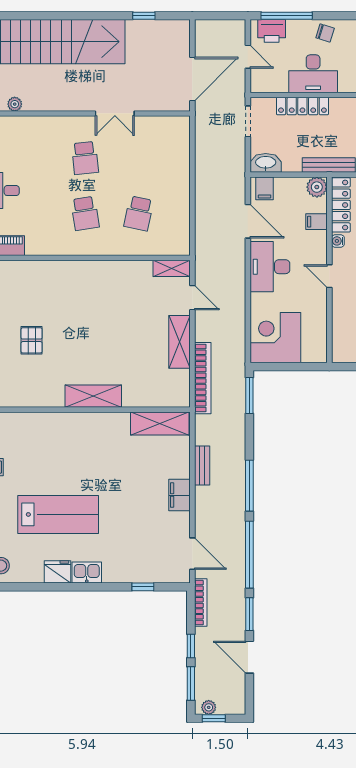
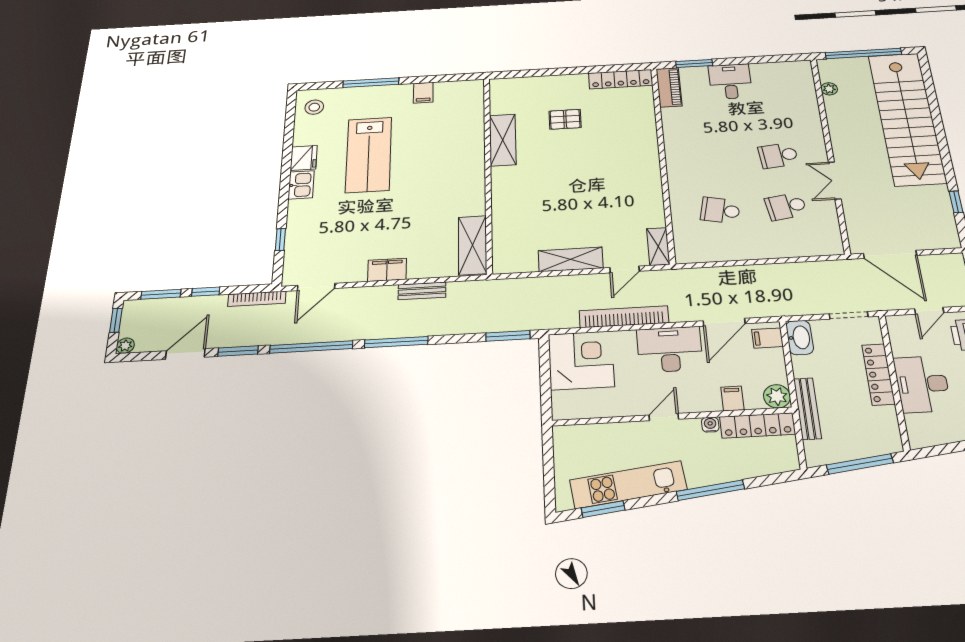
school desk: (85, 213) -> (786, 206), moved
bookcase: (203, 378) -> (624, 317), moved, turned 180
shelving: (93, 396) -> (503, 140), moved
plant: (209, 707) -> (125, 346), moved

